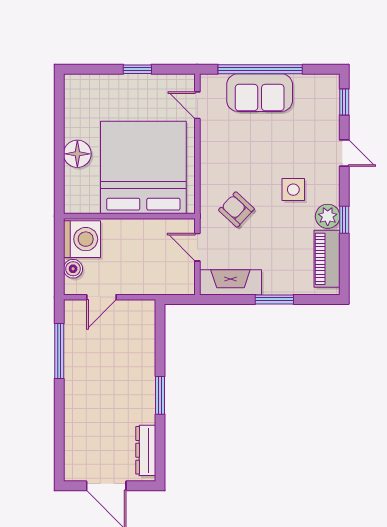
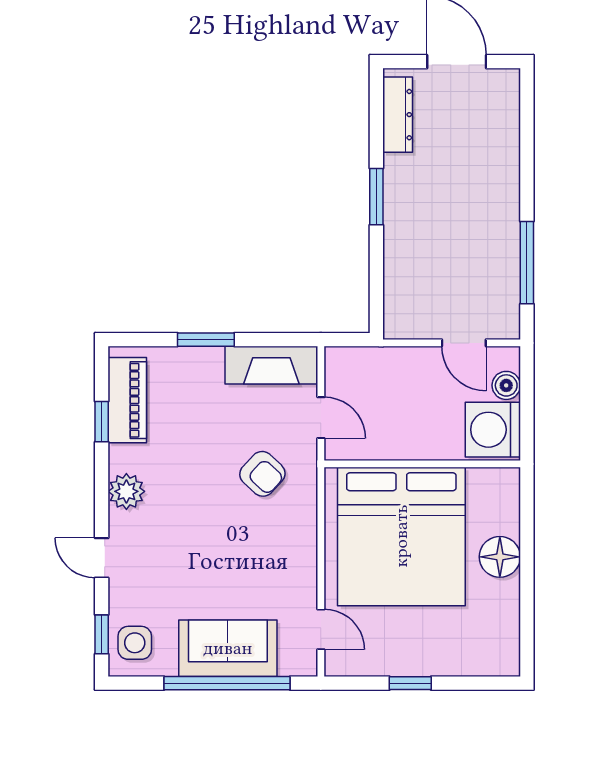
side table: (293, 190) -> (135, 643), moved
plant: (328, 216) -> (126, 491), moved
window: (344, 220) -> (102, 422), moved
door: (101, 297) -> (464, 343), swing flipped

